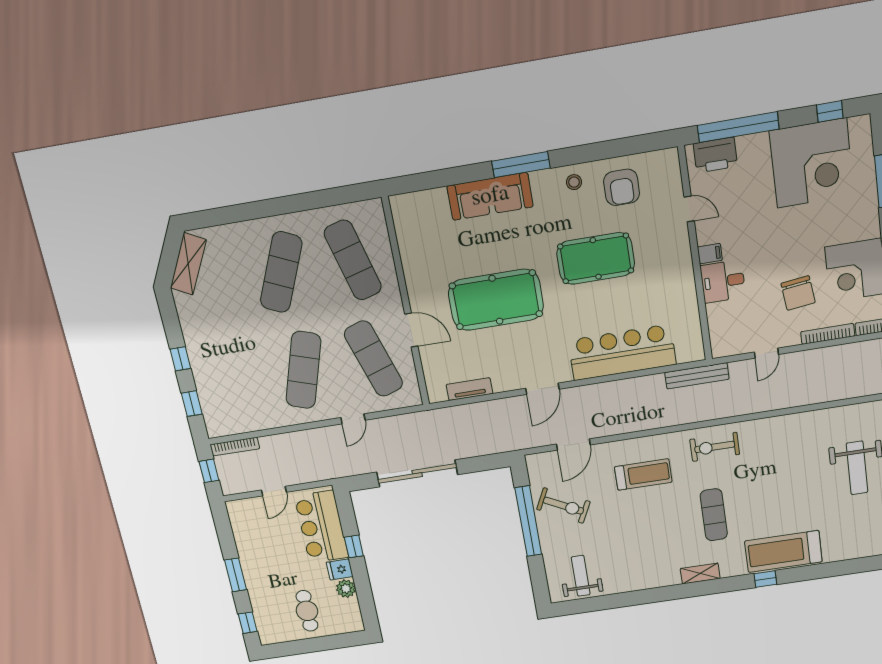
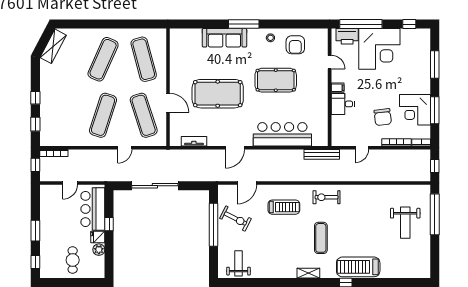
corner desk: (812, 163) -> (379, 49), moved

